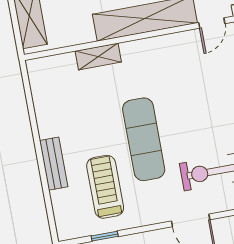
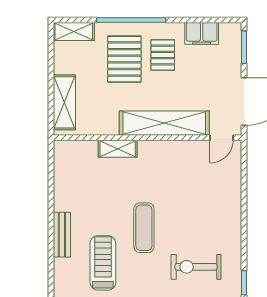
exercise mat: (144, 139) -> (144, 228), width x0.73, depth x0.69

